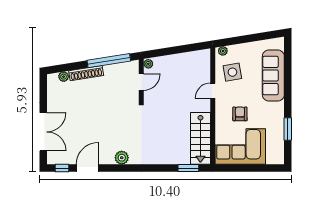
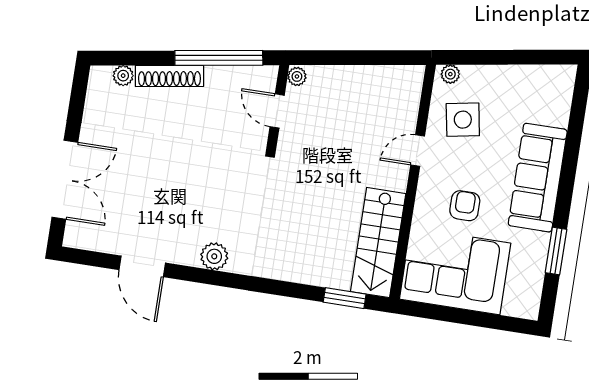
sofa: (273, 75) -> (538, 178), moved
door: (141, 82) -> (277, 111), swing flipped
window: (62, 168) -> (91, 258), removed
door: (87, 168) -> (142, 266), swing flipped

